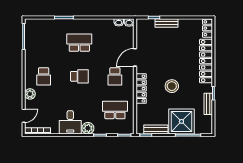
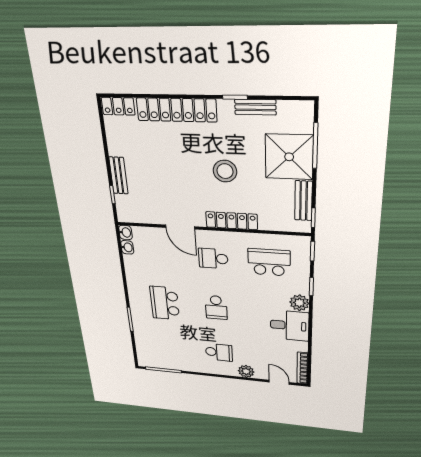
school desk: (79, 76) -> (216, 307), turned 180
school desk: (115, 76) -> (213, 258), turned 180
school desk: (115, 110) -> (269, 262), turned 90

